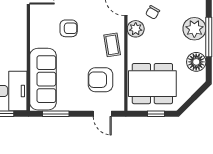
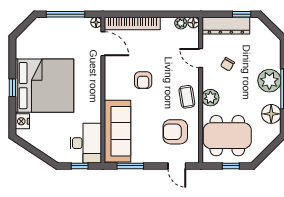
armchair: (69, 28) -> (143, 80), turned 90
plant: (136, 29) -> (210, 98), moved

